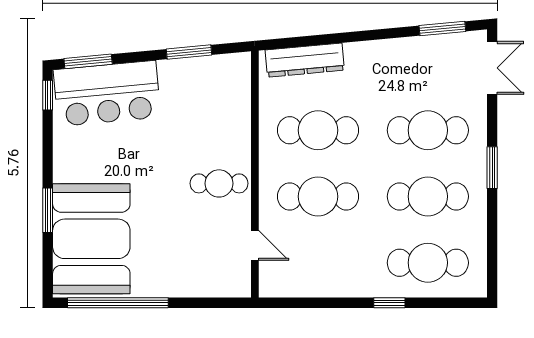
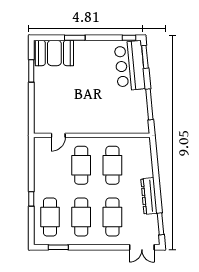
window: (189, 52) -> (149, 104), width x1.44
dresser: (305, 60) -> (149, 196), moved
window: (492, 168) -> (58, 247), moved
cafe table: (219, 183) -> (87, 119), removed
booth: (91, 239) -> (54, 53), width x0.73, depth x0.70
window: (118, 303) -> (31, 71), width x0.47

